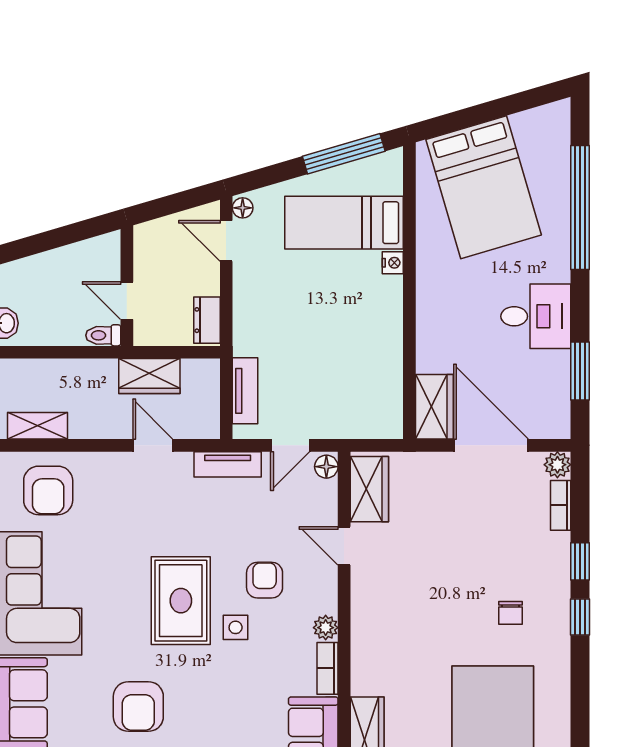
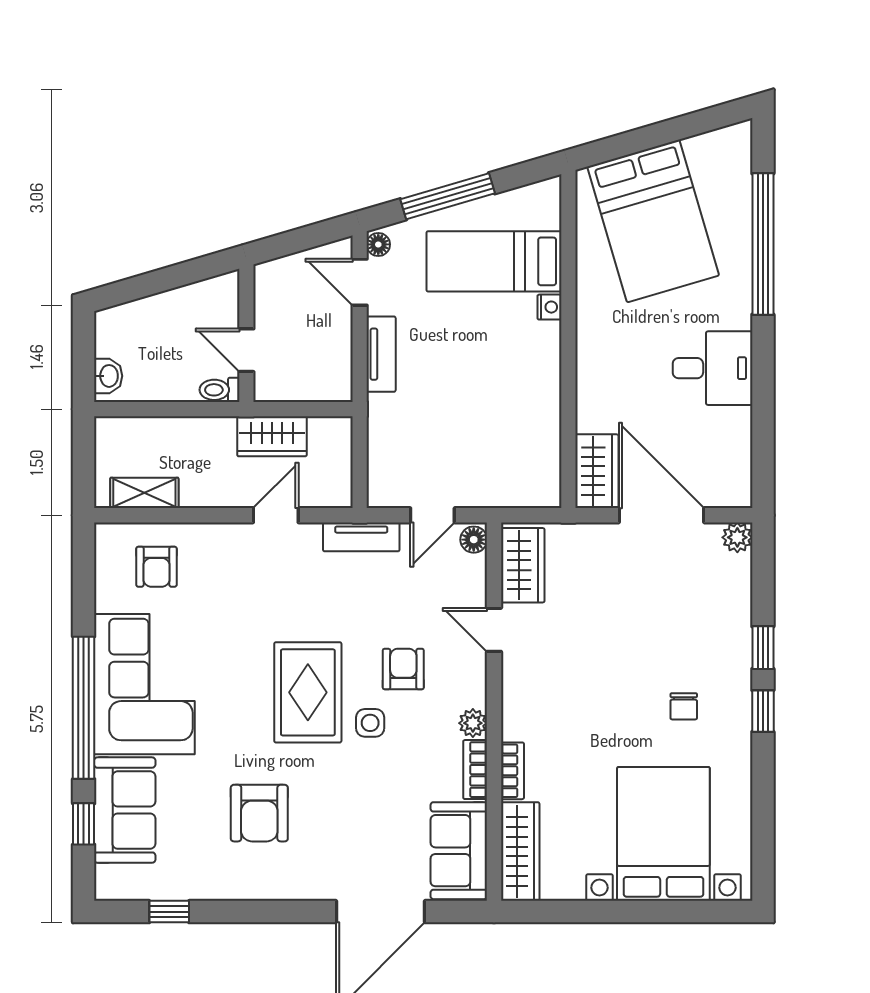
window: (344, 154) -> (448, 196), moved
dresser: (207, 320) -> (338, 372), removed
window: (580, 371) -> (763, 431), removed
tv unit: (245, 391) -> (381, 354), moved
door: (153, 445) -> (276, 515), hinge flipped
armchair: (48, 490) -> (156, 567), width x0.72, depth x0.72
bookcase: (561, 505) -> (513, 771), moved, turned 180

